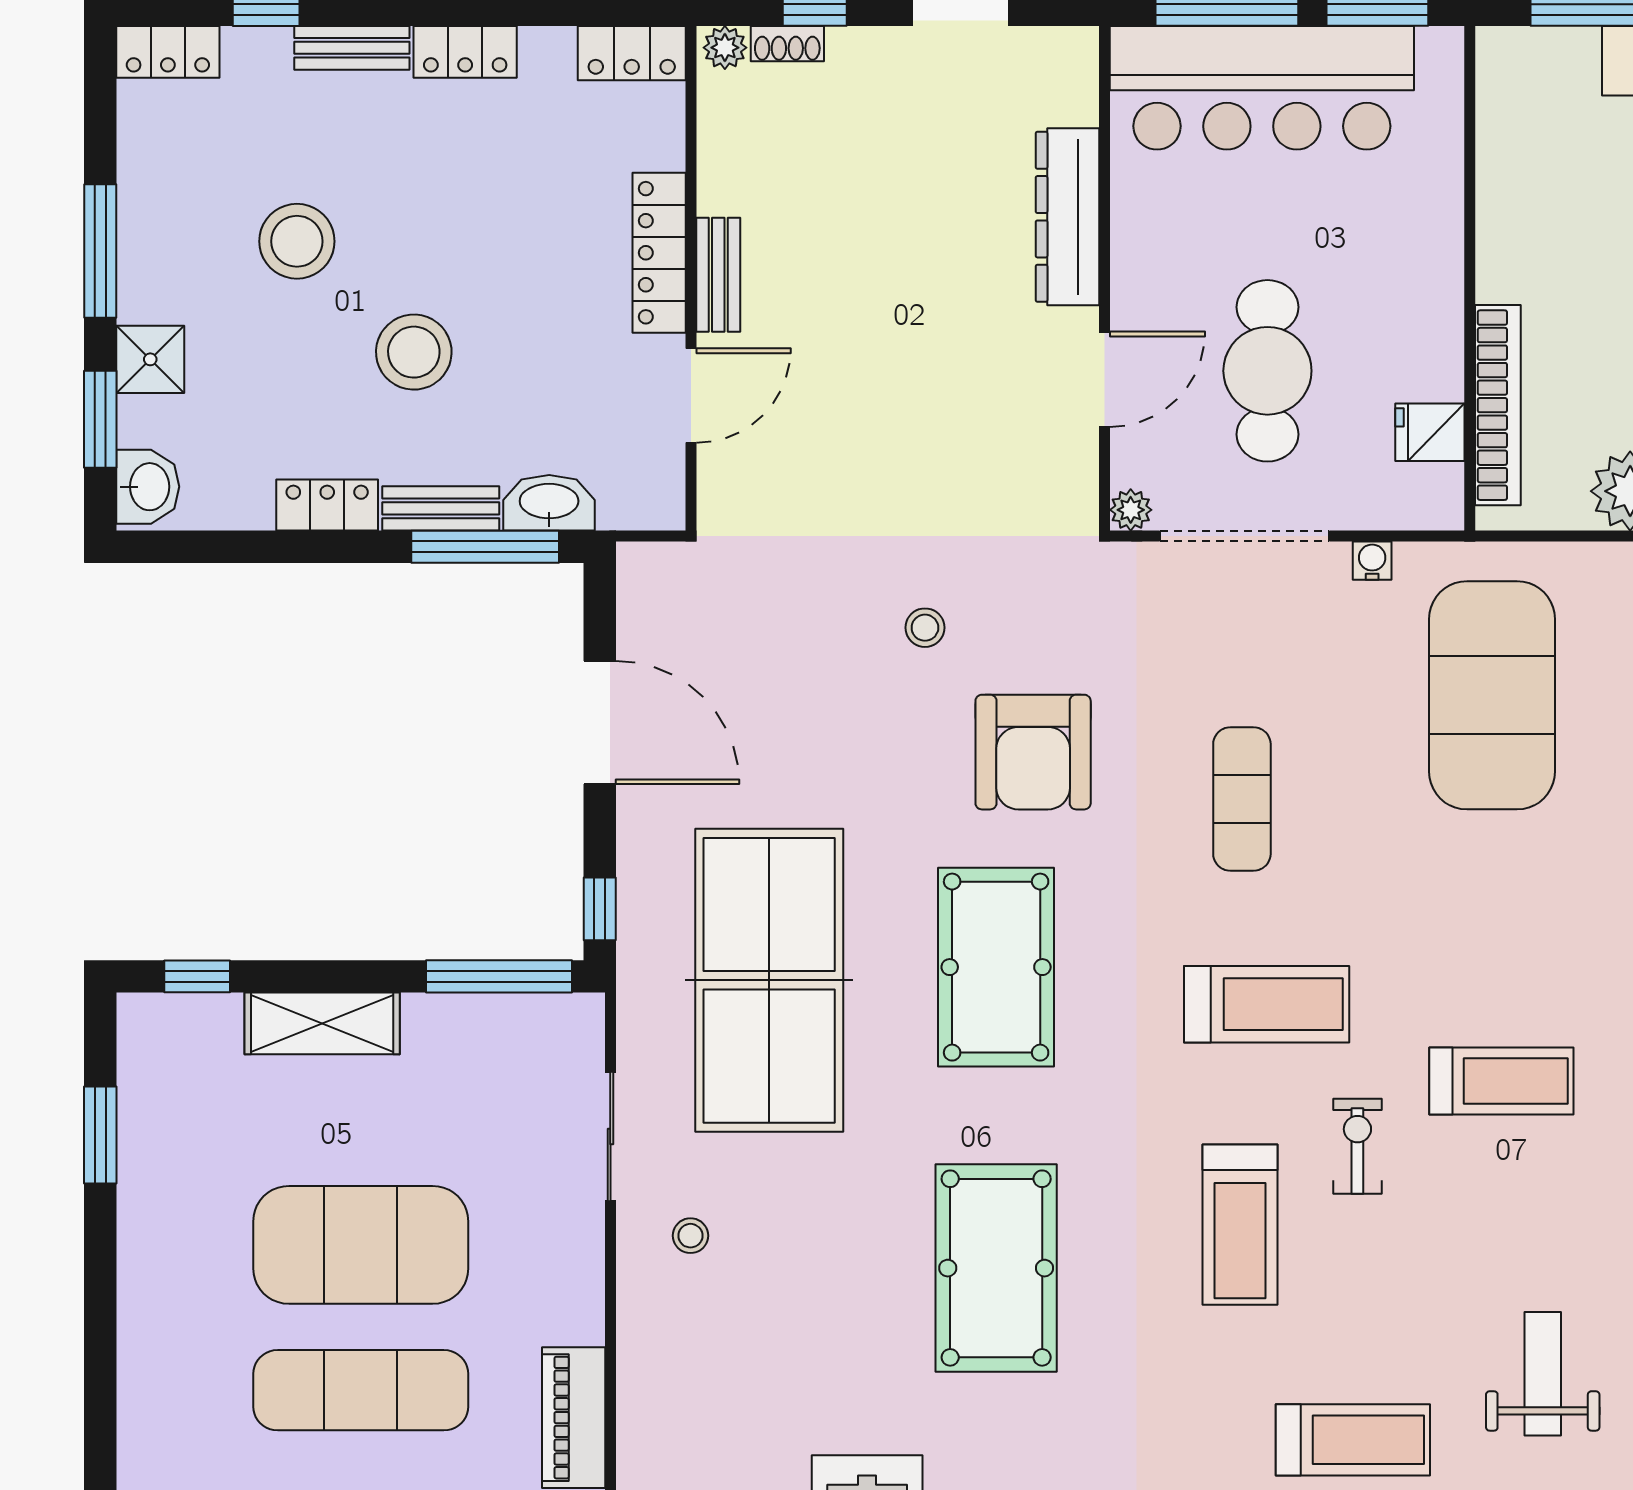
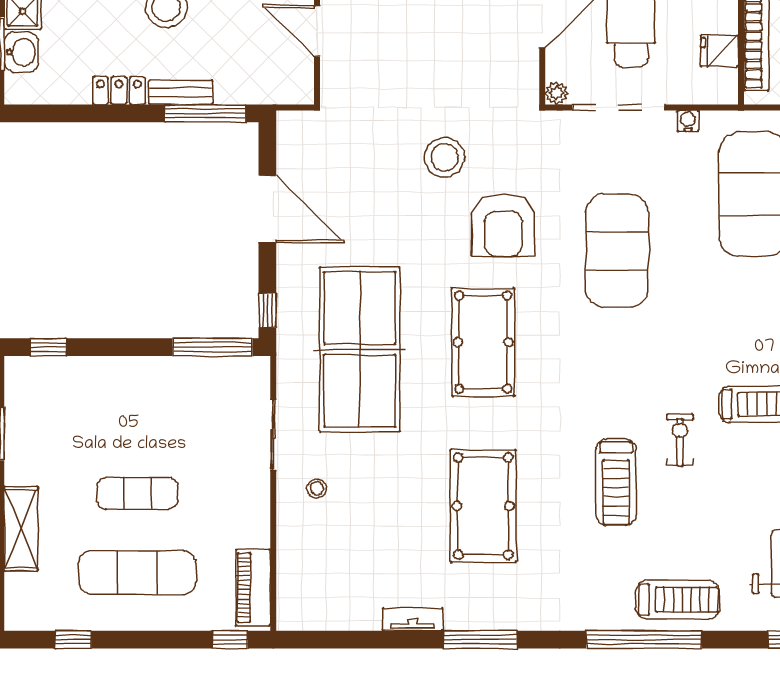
door: (691, 395) -> (317, 31), swing flipped
washbasin: (148, 487) -> (21, 52), moved
washbasin: (549, 503) -> (240, 89), removed
stool: (925, 628) -> (444, 157), width x1.89, depth x1.89
exercise mat: (1242, 799) -> (617, 251), width x2.00, depth x1.45
treadmill: (1267, 1004) -> (631, 362), removed
shelving: (322, 1023) -> (21, 529), moved, turned 90
exercise mat: (361, 1245) -> (137, 493), width x0.50, depth x0.69

